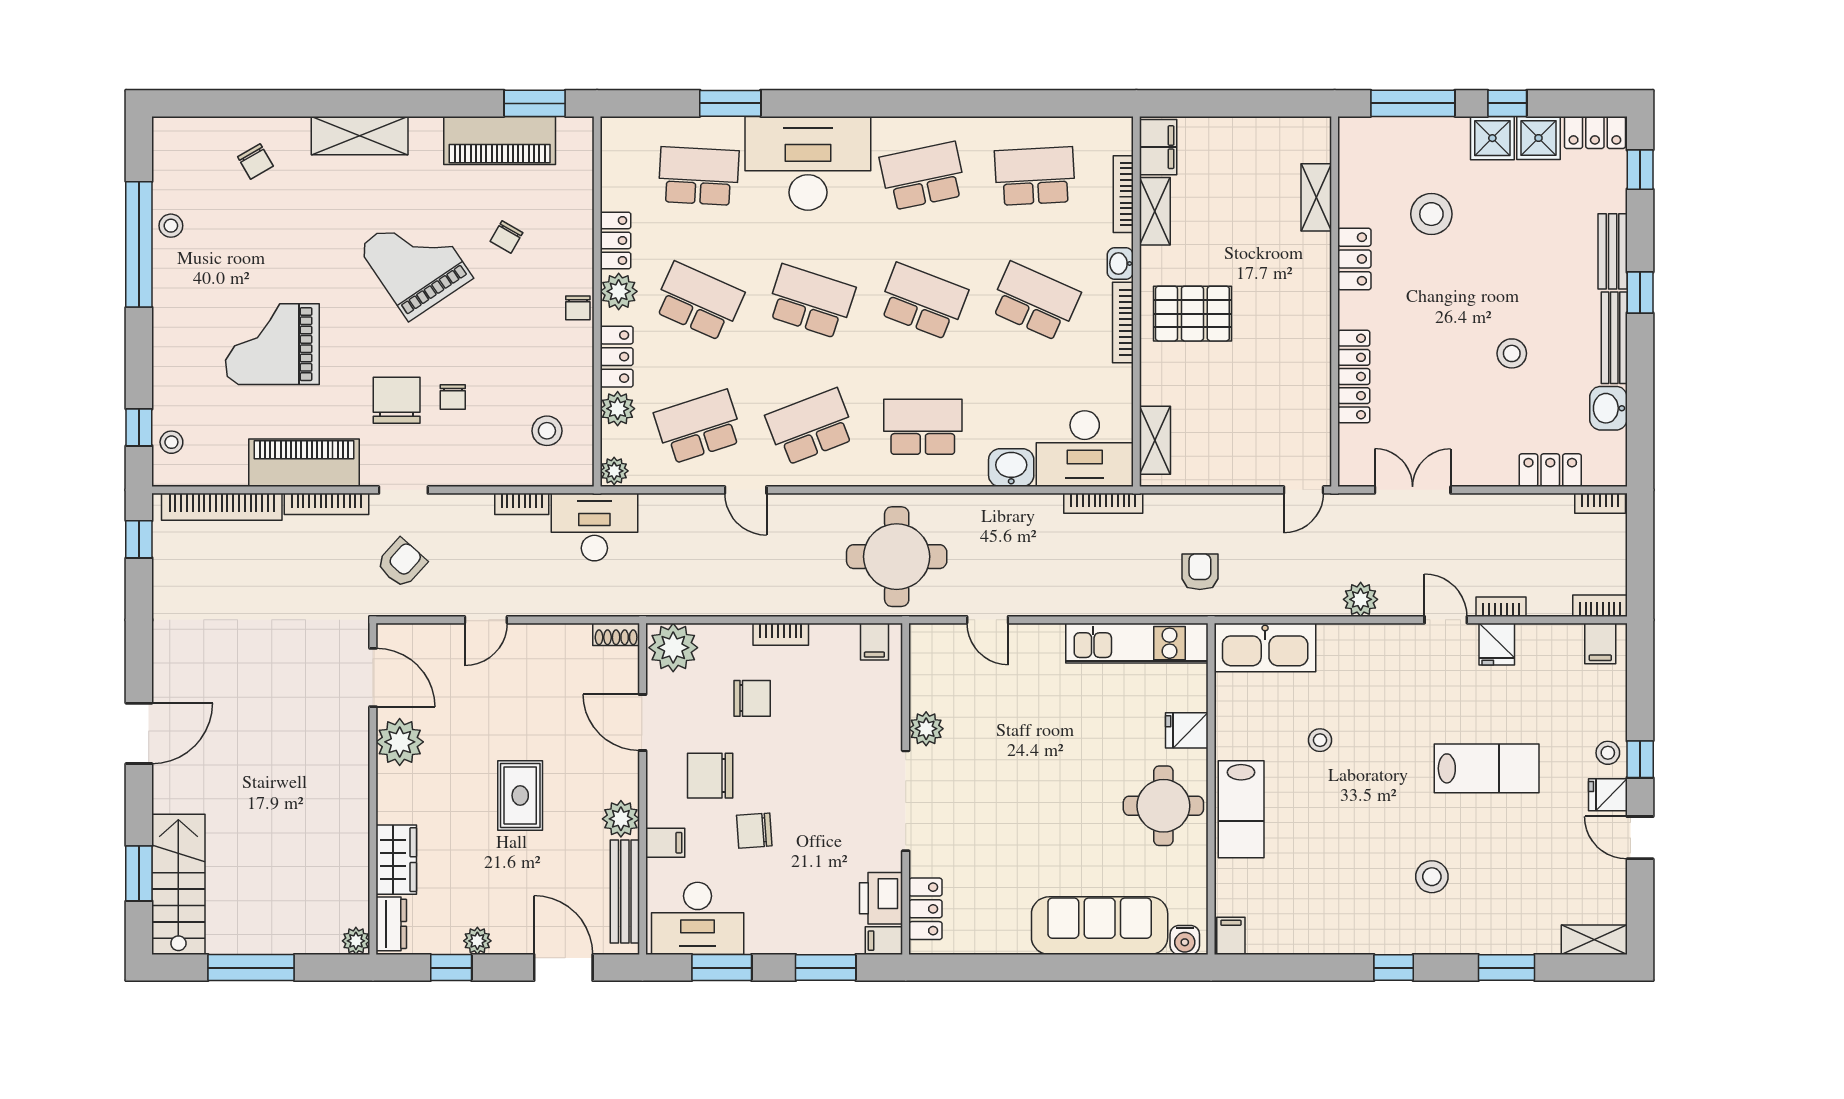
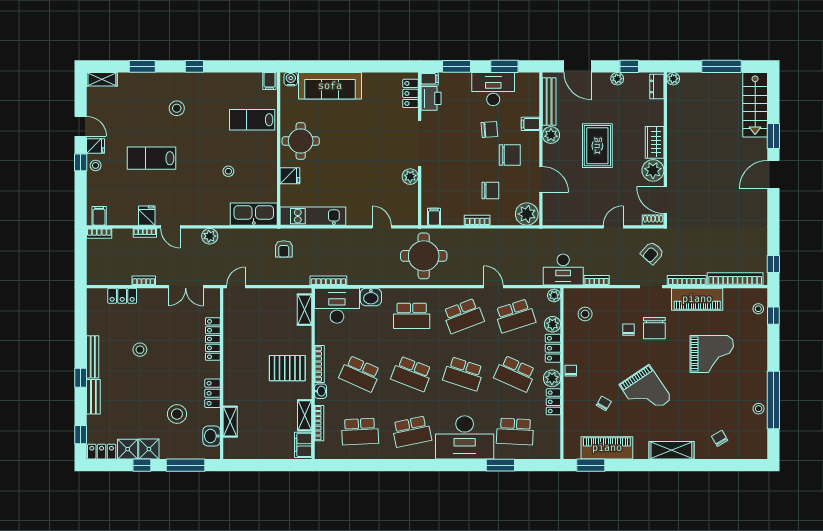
washbasin: (1608, 408) -> (212, 436), moved, turned 180
bookcase: (1600, 503) -> (144, 281), moved
shoe rack: (616, 634) -> (653, 220), moved
chair: (752, 698) -> (490, 191), turned 180
rug: (520, 795) -> (597, 146), width x1.36, depth x1.43
lab bench: (1241, 809) -> (252, 120), moved, turned -90
wardrobe: (396, 860) -> (655, 142), moved
window: (139, 873) -> (773, 136), moved
desk: (698, 918) -> (493, 89), moved

